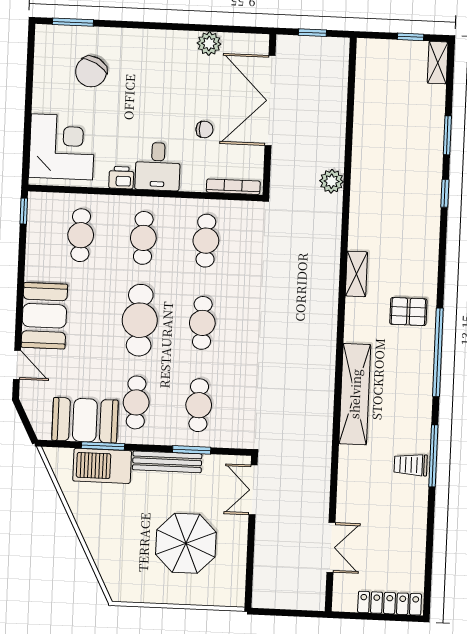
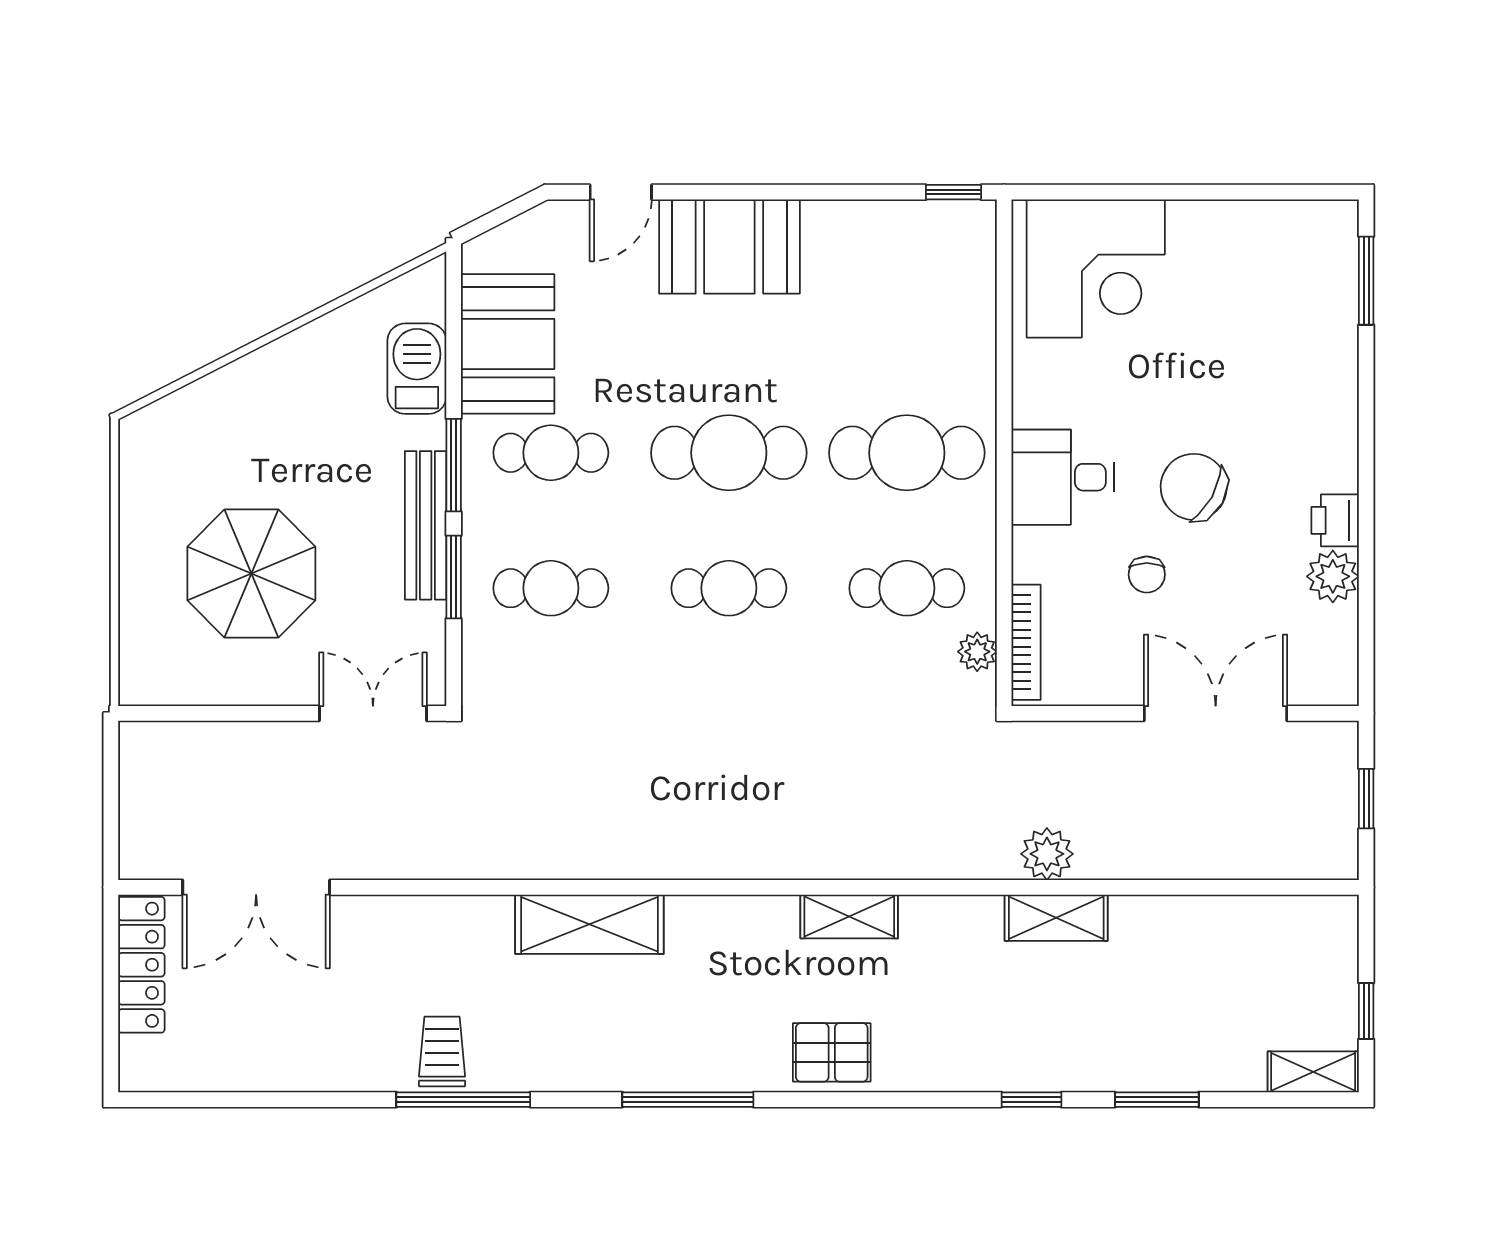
chair: (91, 72) -> (1194, 487), moved
double door: (270, 100) -> (1216, 713), width x0.73
printer: (121, 178) -> (1335, 520), moved, turned 180
shelving: (361, 178) -> (1056, 918), added
plant: (237, 209) -> (977, 652), added
cafe table: (81, 235) -> (907, 317), removed
cafe table: (143, 238) -> (907, 453), width x1.37, depth x1.35
pallet: (408, 312) -> (832, 1052), moved, turned 90
window: (438, 352) -> (688, 1100), width x0.68
shelving: (355, 394) -> (589, 924), width x0.68
window: (103, 446) -> (454, 465), moved
barbecue: (102, 466) -> (417, 369), width x0.73, depth x0.83
double door: (331, 547) -> (256, 887), width x1.37
locker: (390, 603) -> (141, 965), moved

